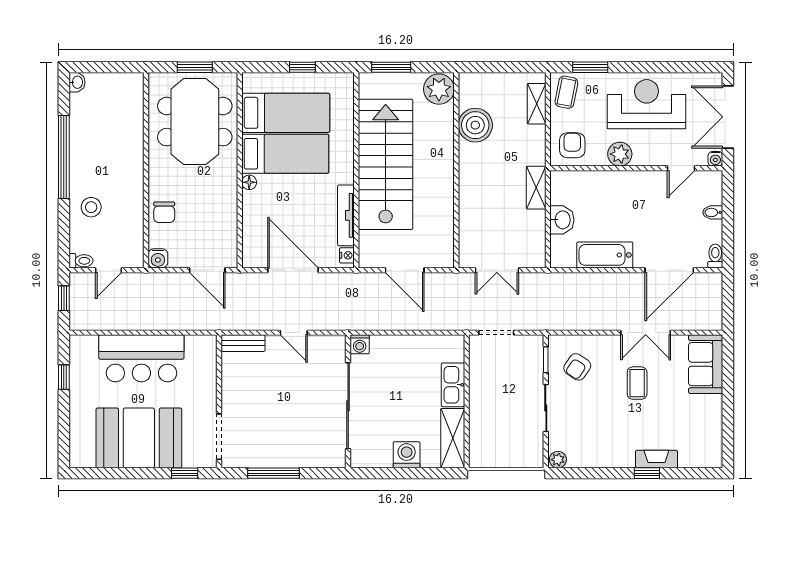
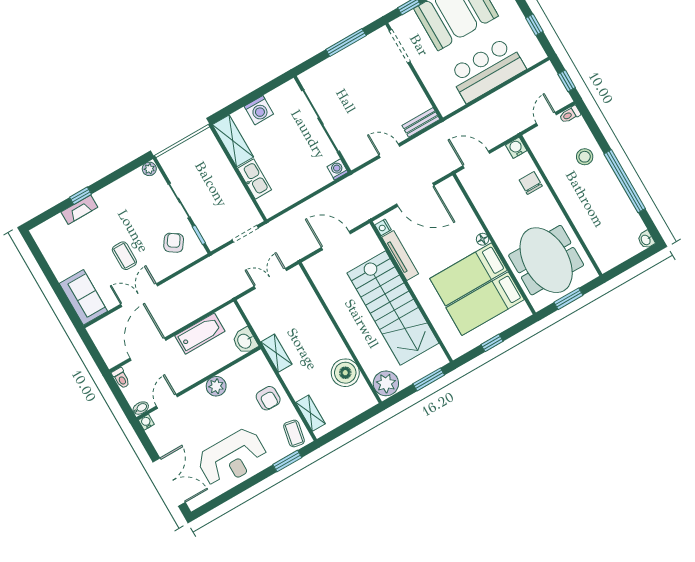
plant: (620, 154) -> (216, 386), moved
water cooler: (715, 159) -> (146, 422), moved
wall: (636, 168) -> (199, 383), moved
door: (681, 168) -> (167, 401), moved

